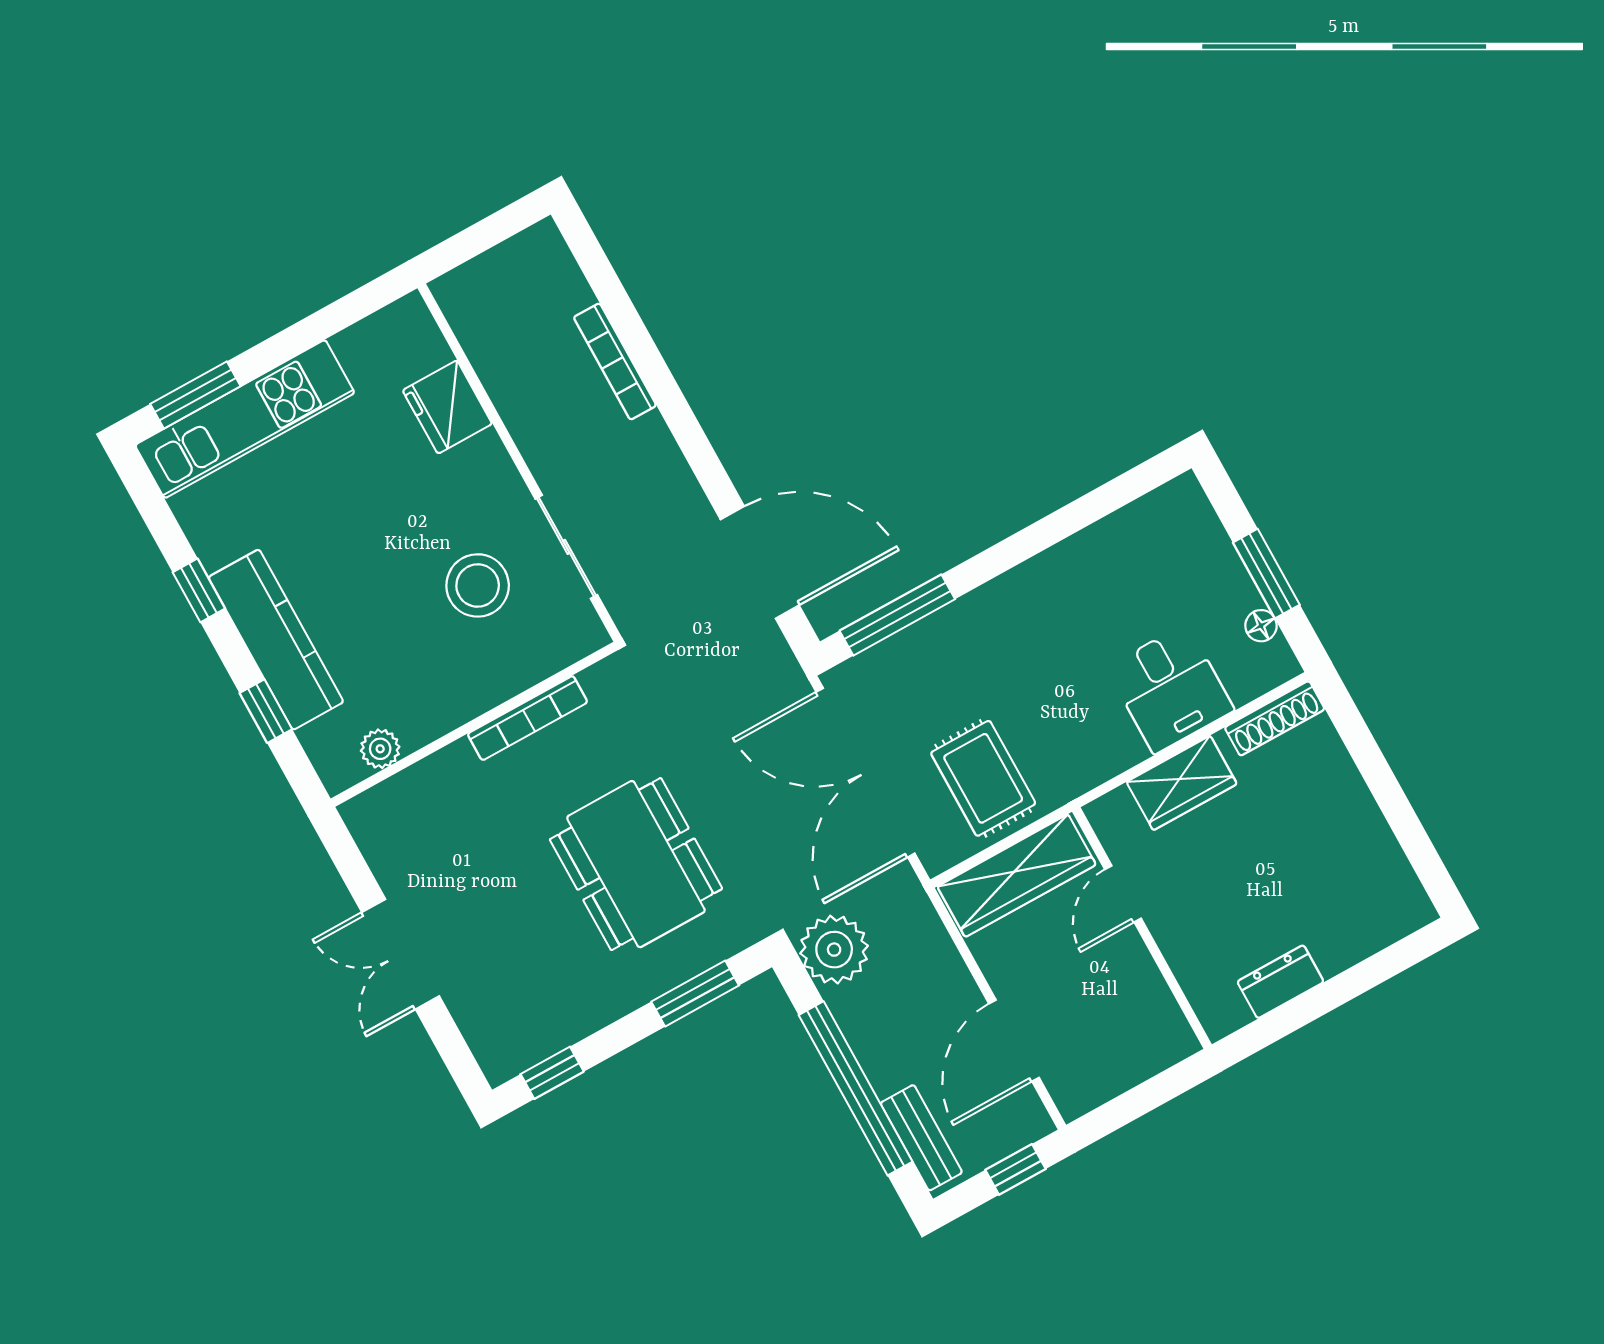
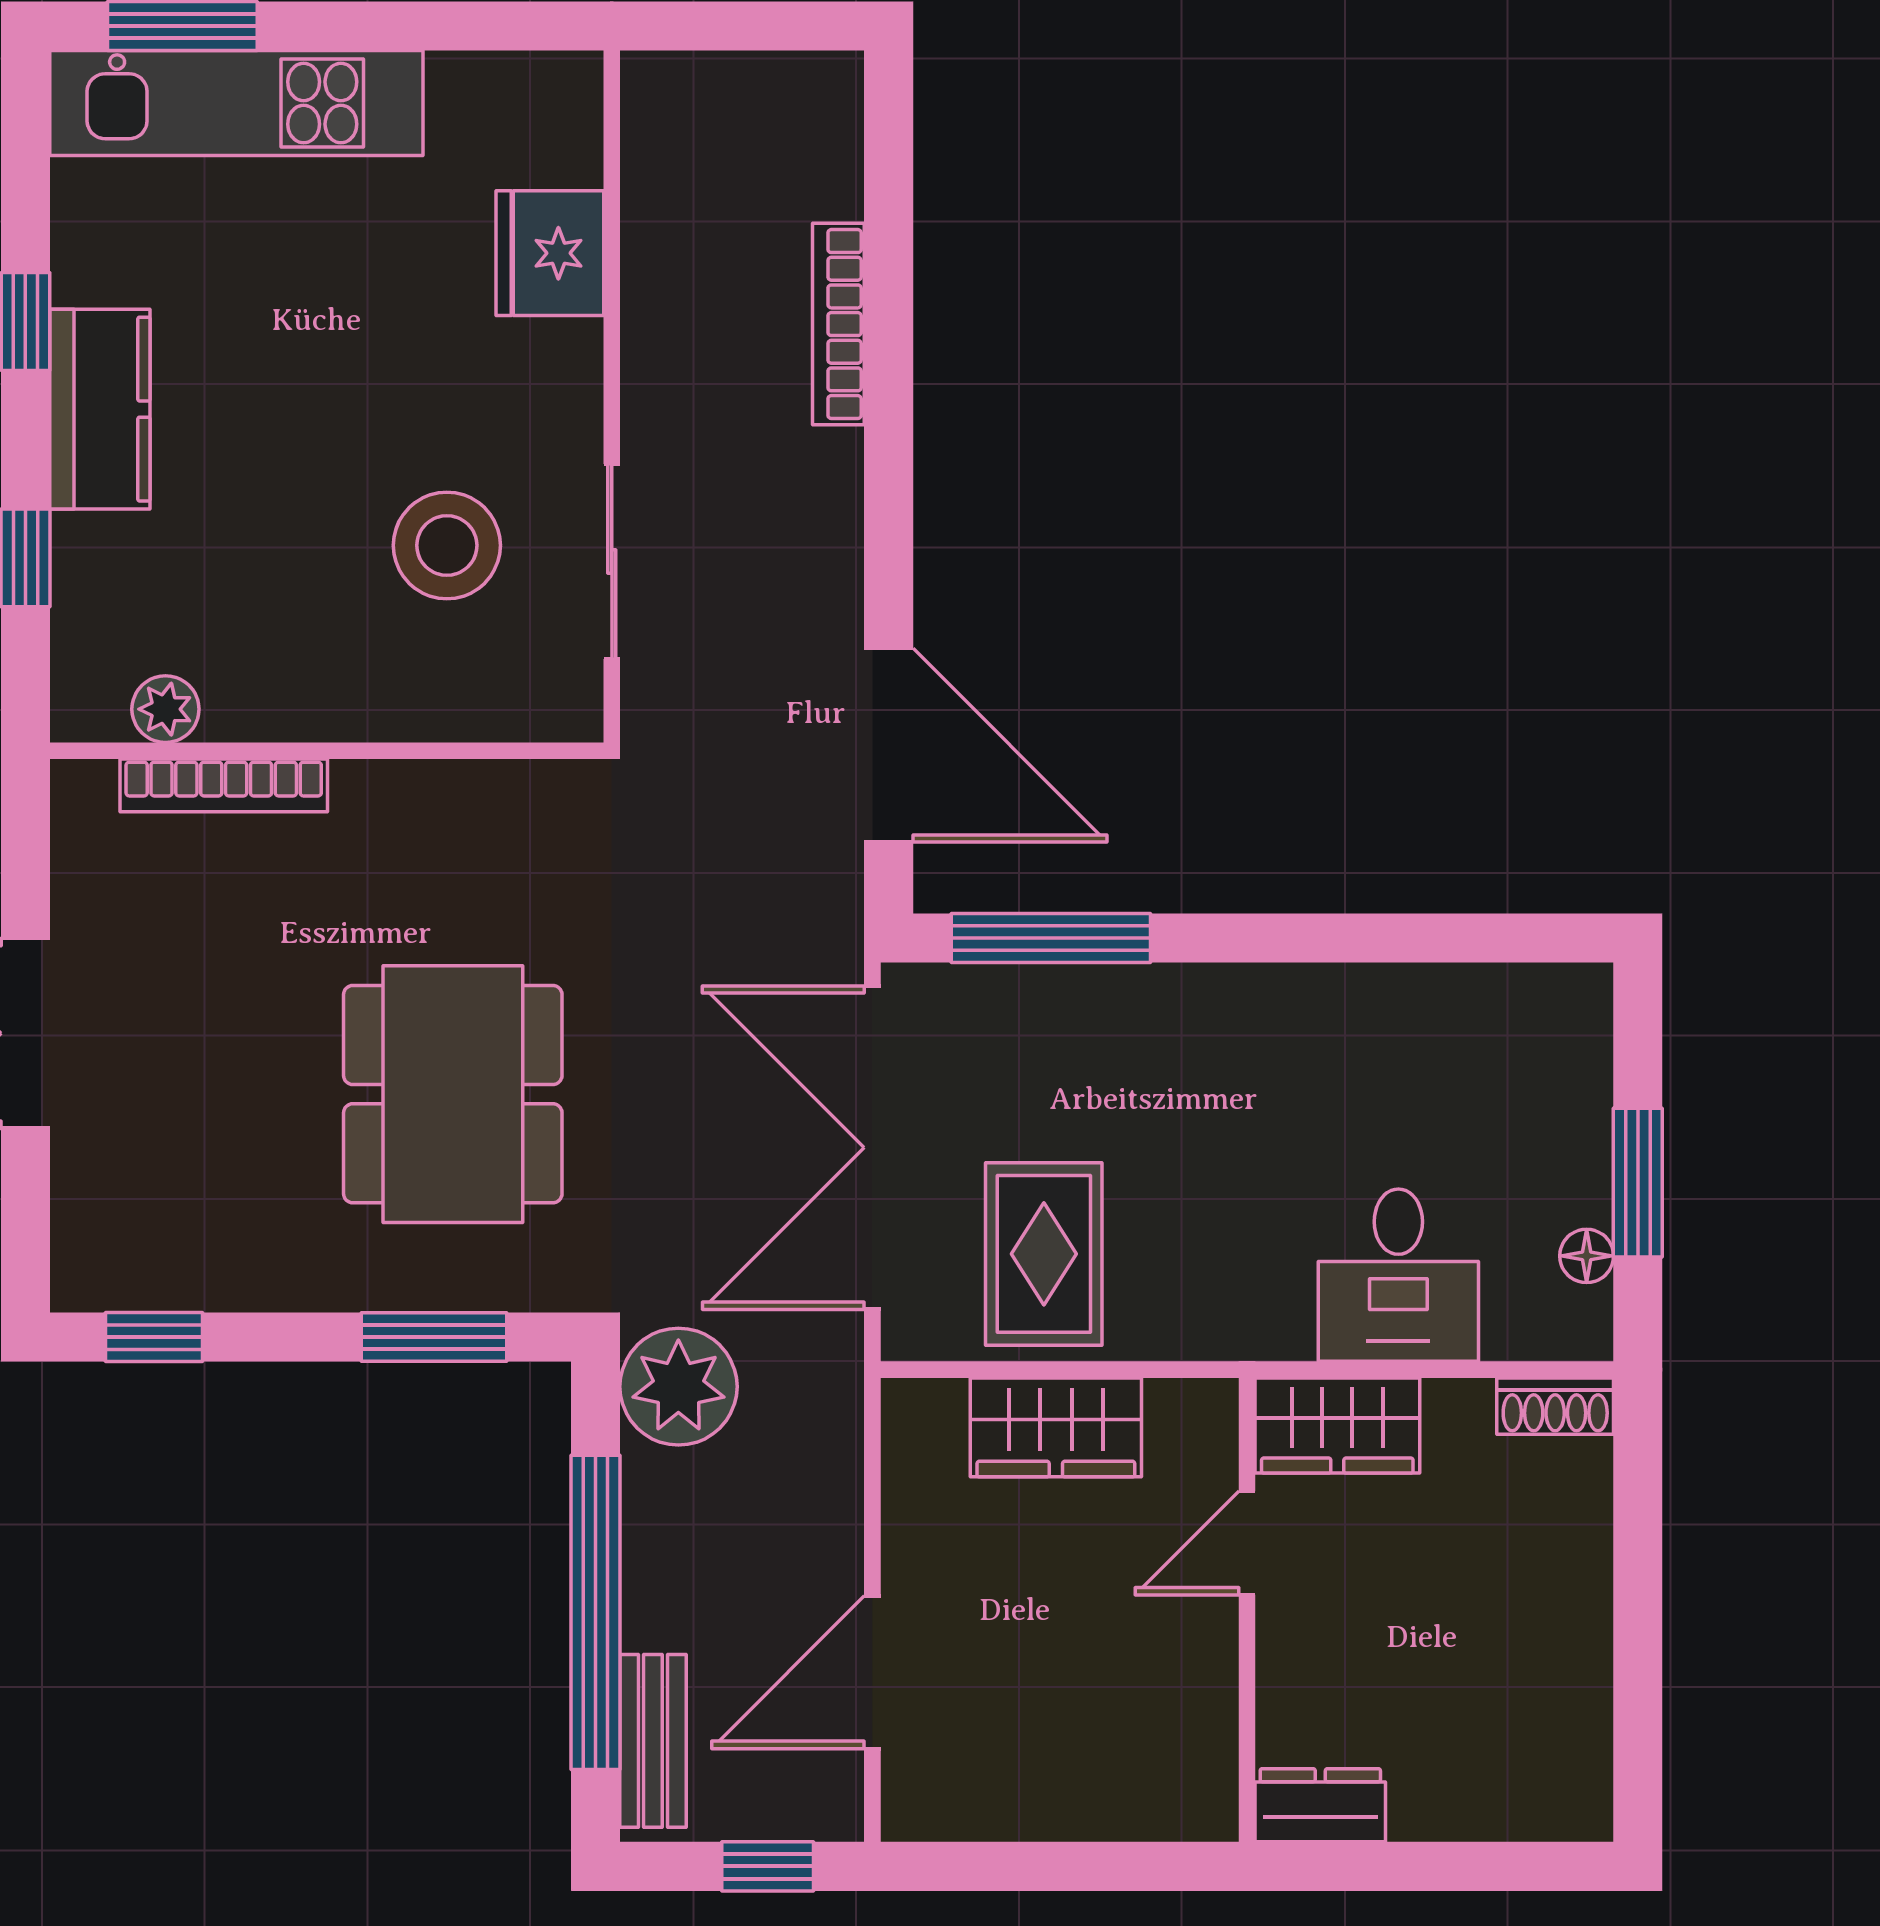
kitchen counter: (276, 640) -> (100, 409), width x0.67
bookcase: (528, 718) -> (224, 785), moved
shoe rack: (1275, 718) -> (1555, 1406), width x0.70
wardrobe: (1017, 876) -> (1056, 1427), width x0.67
door: (1123, 894) -> (1247, 1543), moved
wall: (1142, 928) -> (1247, 1610), moved

